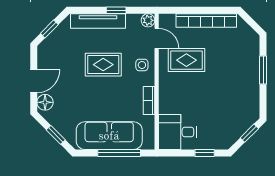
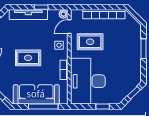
door: (157, 38) -> (69, 27), swing flipped
rug: (103, 65) -> (28, 58), moved
desk: (178, 132) -> (88, 81), width x1.87, depth x1.30

